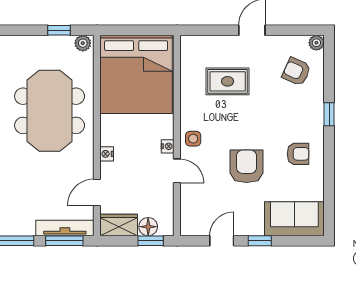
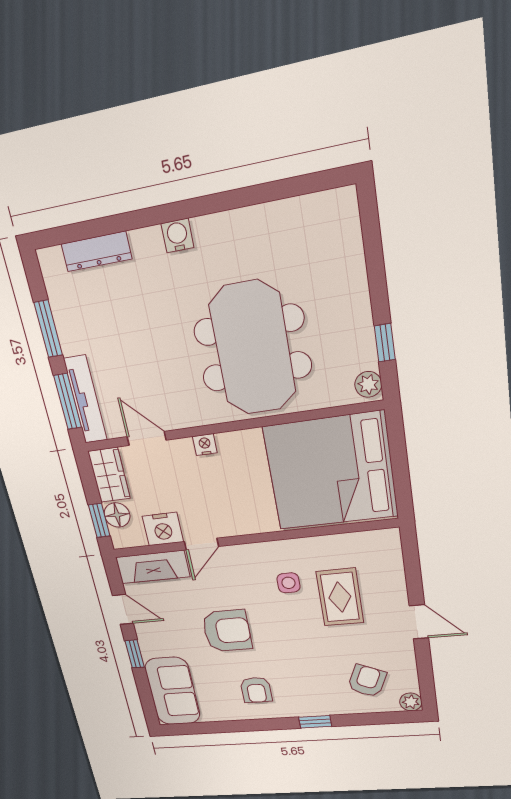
meeting table: (50, 111) -> (253, 348), turned 90
side table: (193, 139) -> (288, 583), moved
nightstand: (168, 146) -> (163, 529), moved, width x1.89, depth x1.79
fireplace: (190, 210) -> (153, 567), added

